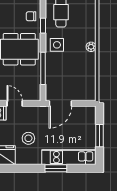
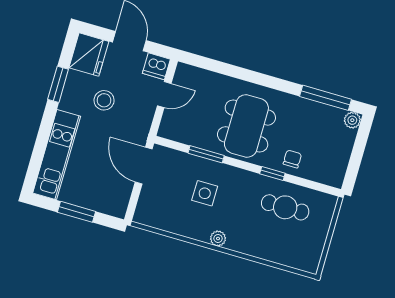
side table: (57, 45) -> (205, 193), moved
window: (43, 68) -> (206, 154), width x0.69
window: (56, 168) -> (58, 84), moved

